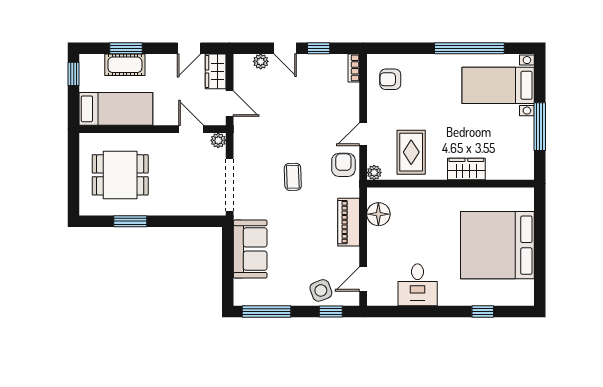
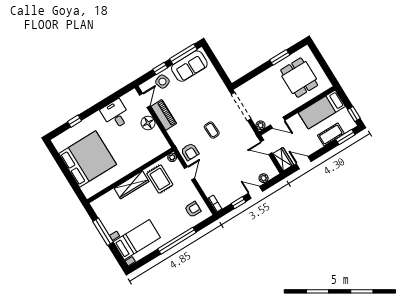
window: (126, 48) -> (345, 137), moved
door: (189, 48) -> (304, 163), hinge flipped
window: (469, 48) -> (177, 241), moved
wardrobe: (466, 169) -> (132, 185), width x1.50
dining table: (120, 175) -> (299, 78), turned 90
floor lamp: (378, 214) -> (148, 123), moved
piano: (349, 222) -> (164, 115), moved
sofa: (250, 249) -> (189, 66), moved, turned -90
window: (331, 311) -> (160, 68), moved

